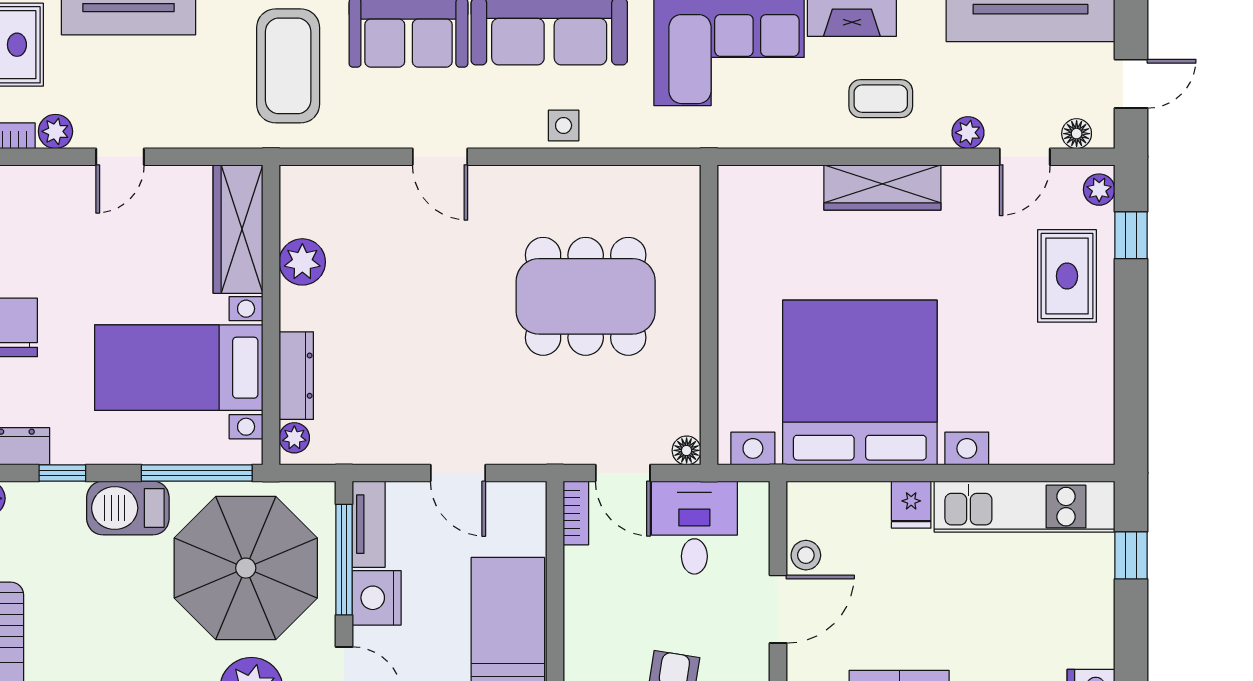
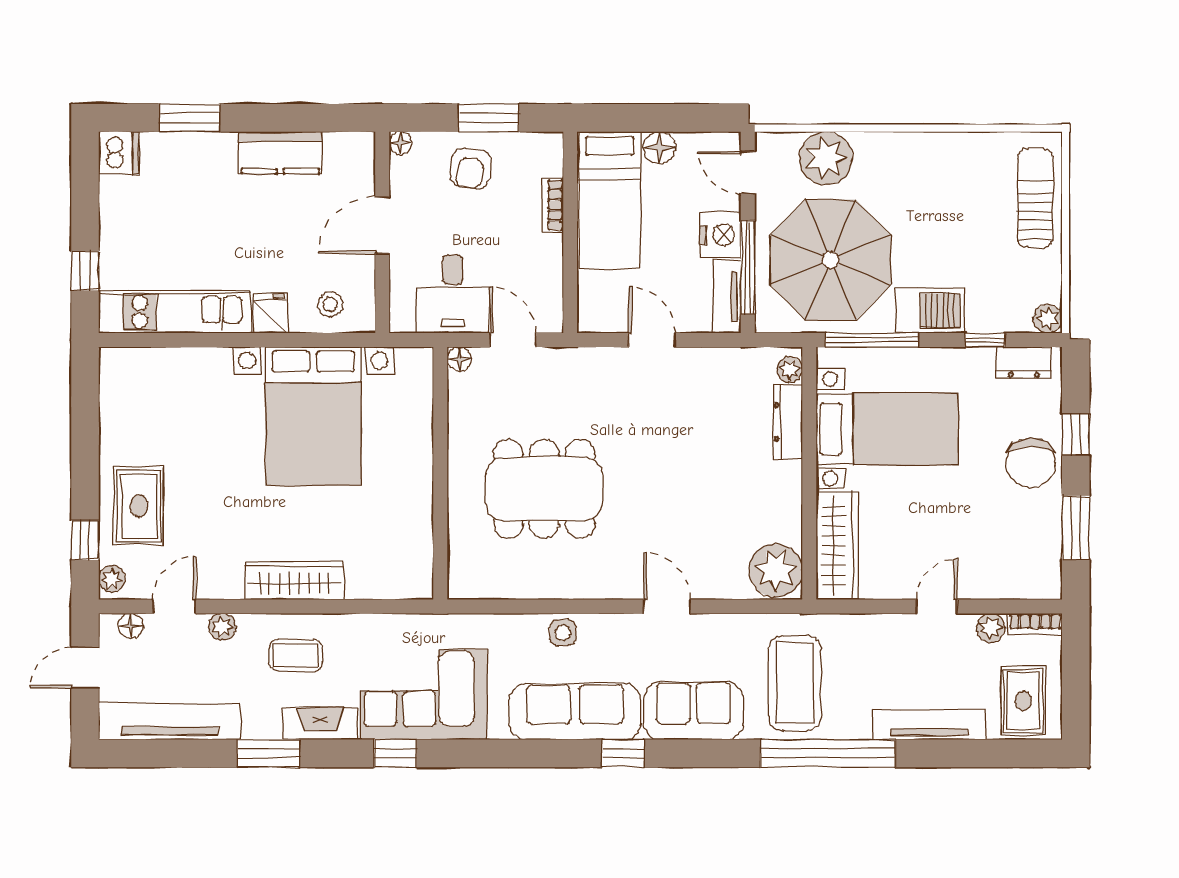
plant: (302, 262) -> (776, 571), moved, width x1.36, depth x1.36
bed with nightstands: (860, 383) -> (313, 416), width x0.73
bookcase: (576, 513) -> (553, 205), moved
stool: (806, 555) -> (330, 304), moved

